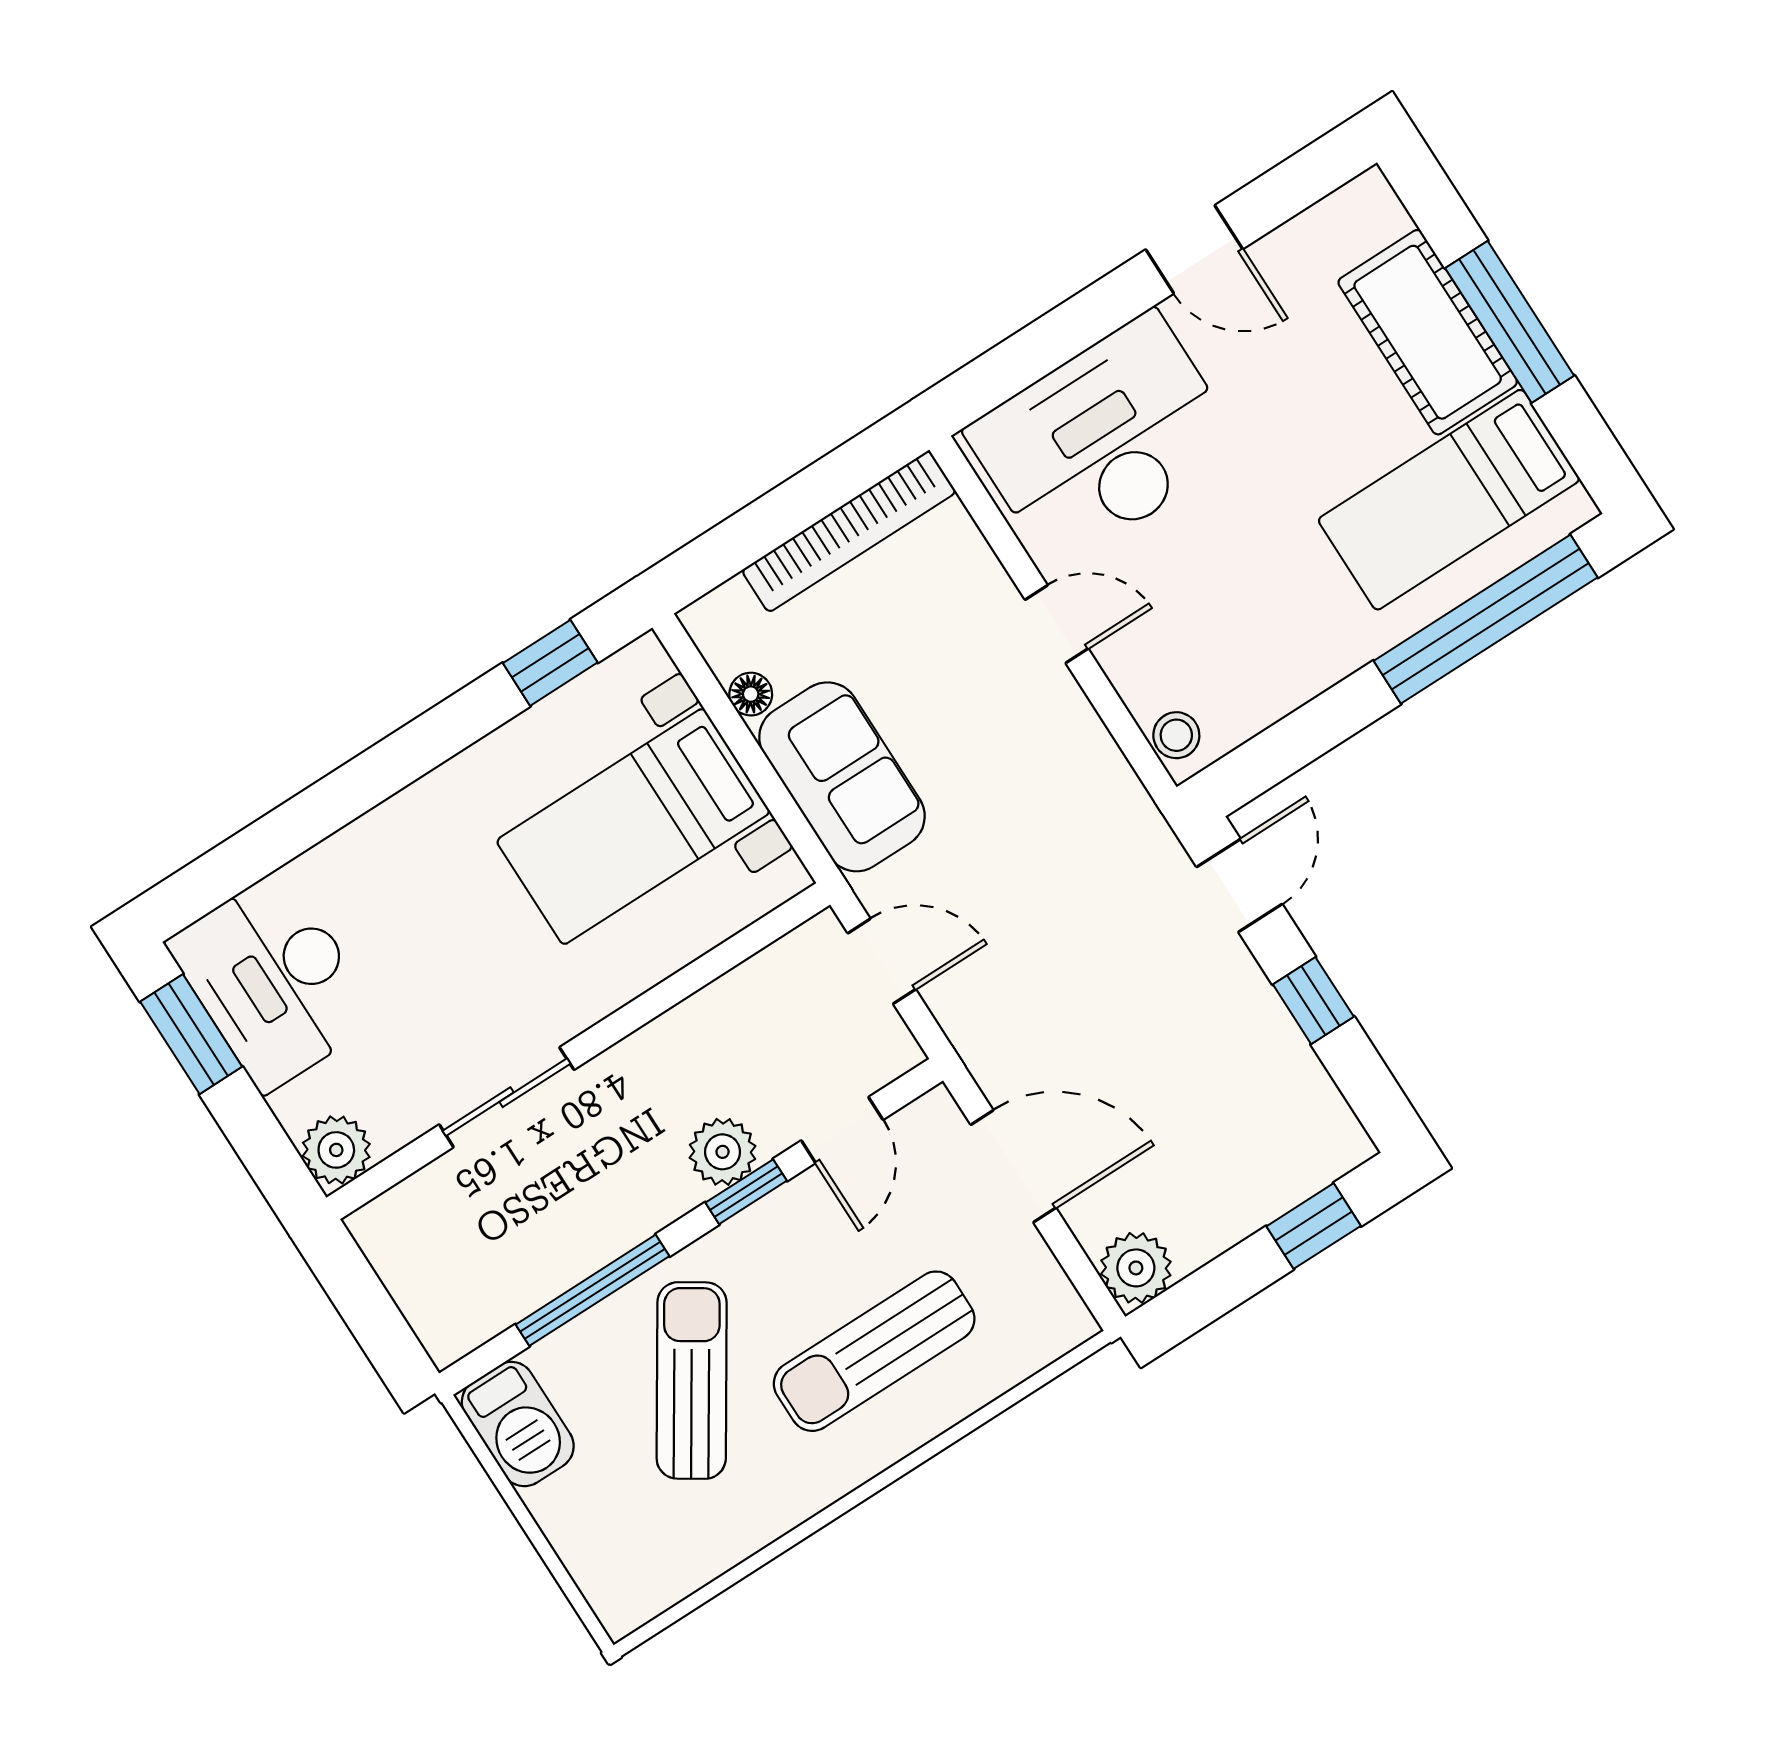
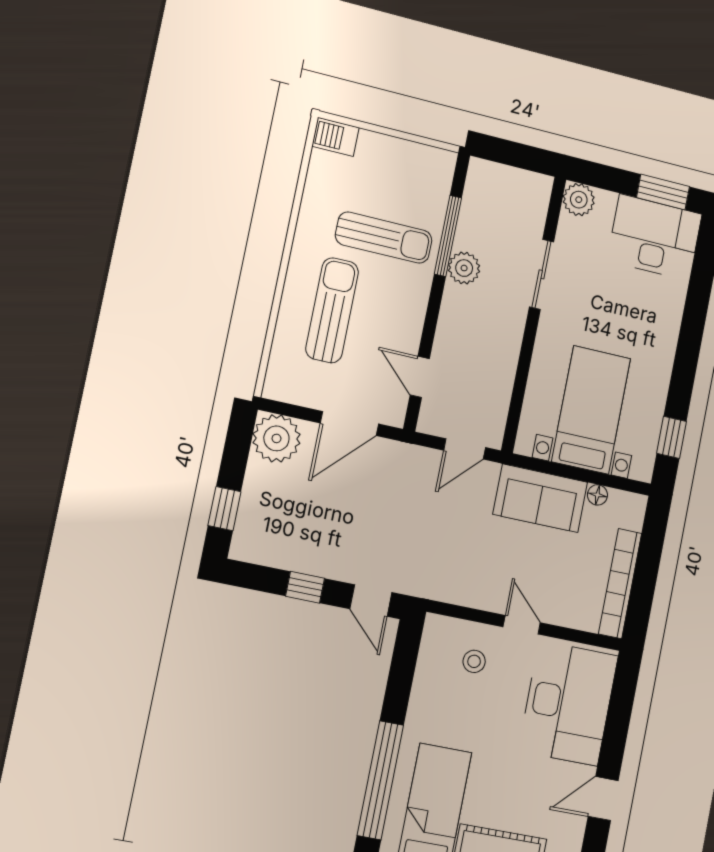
door: (1057, 624) -> (522, 625), swing flipped
stool: (1176, 735) -> (474, 661), moved
plant: (723, 1152) -> (464, 268), moved
window: (746, 1192) -> (431, 322), removed
plant: (1136, 1268) -> (276, 438), width x1.36, depth x1.36
sun lounger: (692, 1380) -> (384, 238), turned -33
barbecue: (518, 1424) -> (335, 137), moved, width x0.73, depth x0.79

